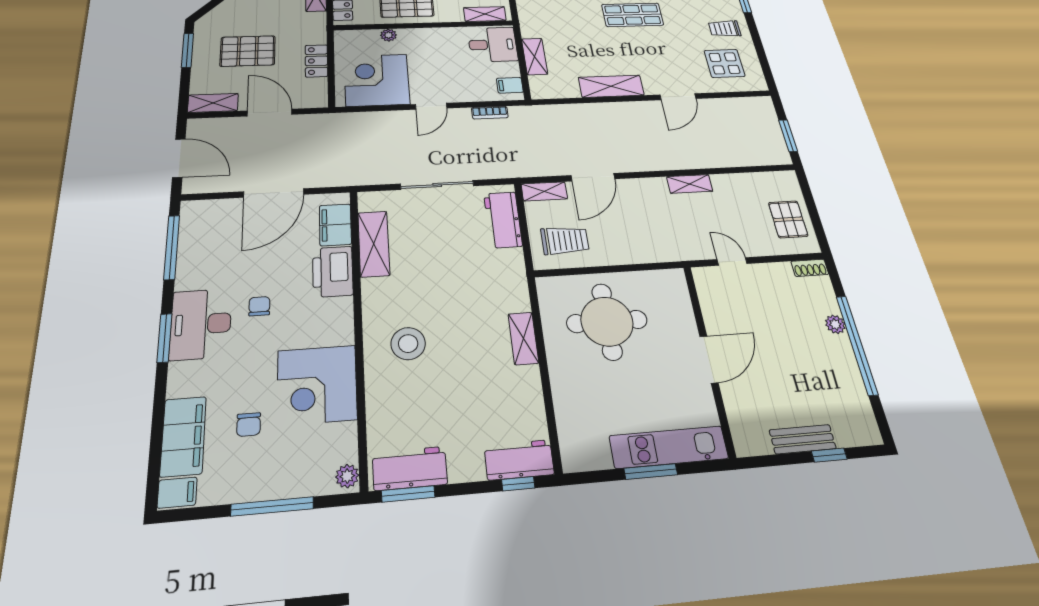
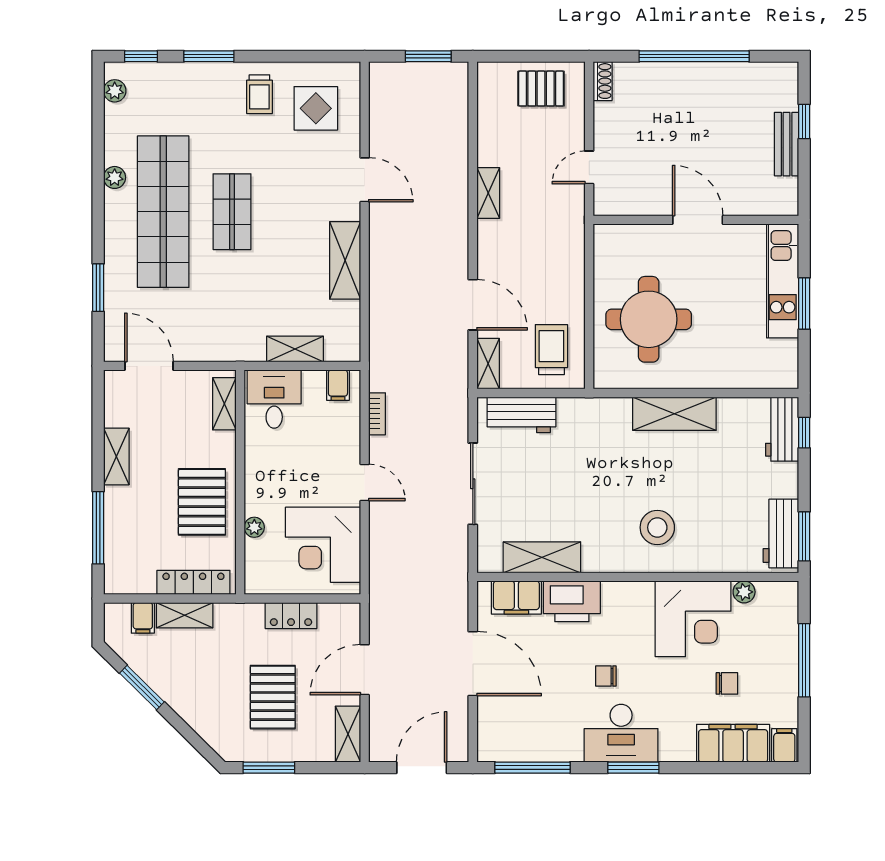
plant: (835, 324) -> (670, 73), removed
shelving: (523, 338) -> (674, 414), width x1.50, depth x1.33
plant: (347, 476) -> (744, 592), moved

